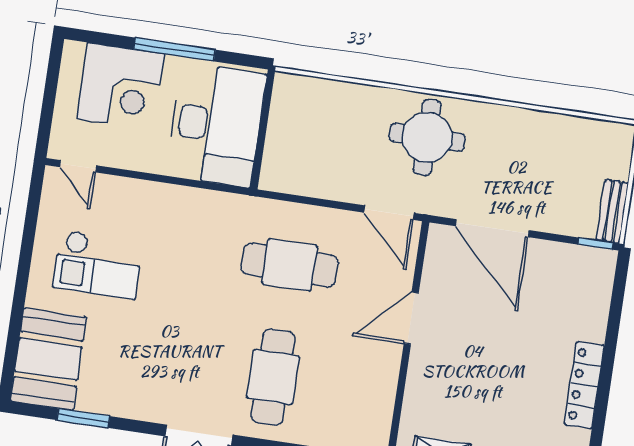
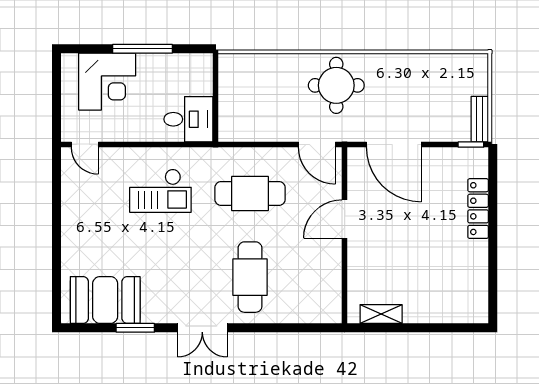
desk: (216, 125) -> (188, 119), width x0.53, depth x0.77
checkout: (98, 265) -> (160, 191), moved
booth: (48, 359) -> (105, 300), moved, turned 90
locker: (584, 385) -> (478, 209), moved
window: (83, 418) -> (135, 328), moved

